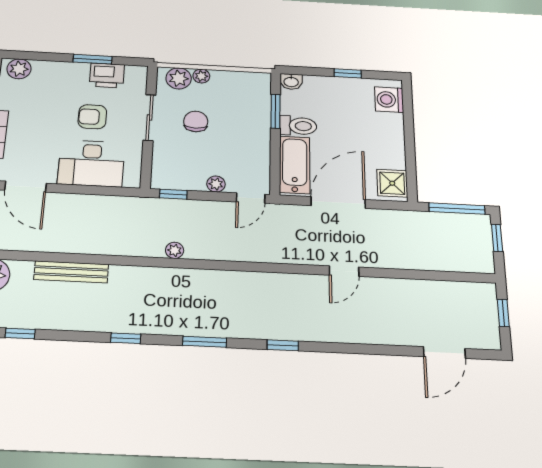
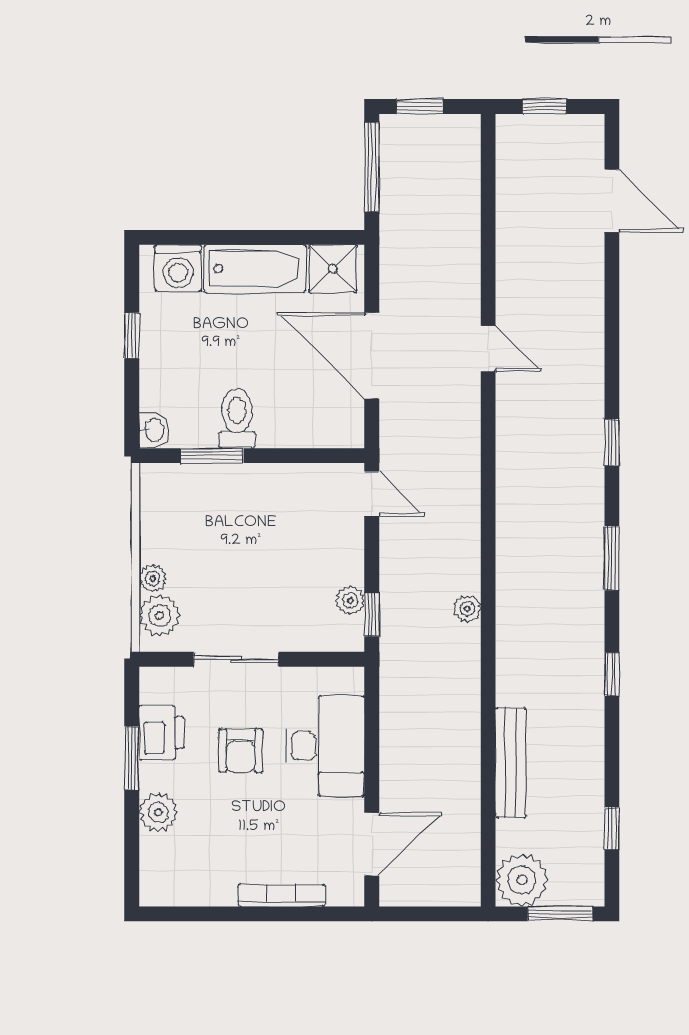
plant: (19, 69) -> (158, 812), moved
chair: (196, 121) -> (239, 585), removed
bathtub: (295, 165) -> (255, 269), moved, turned 180
plant: (216, 184) -> (350, 600), moved

